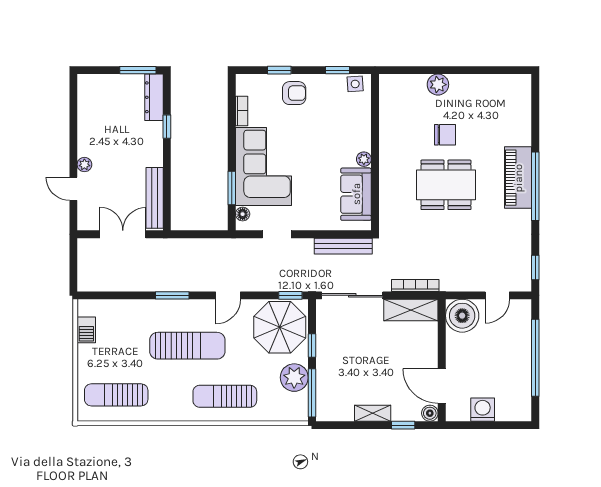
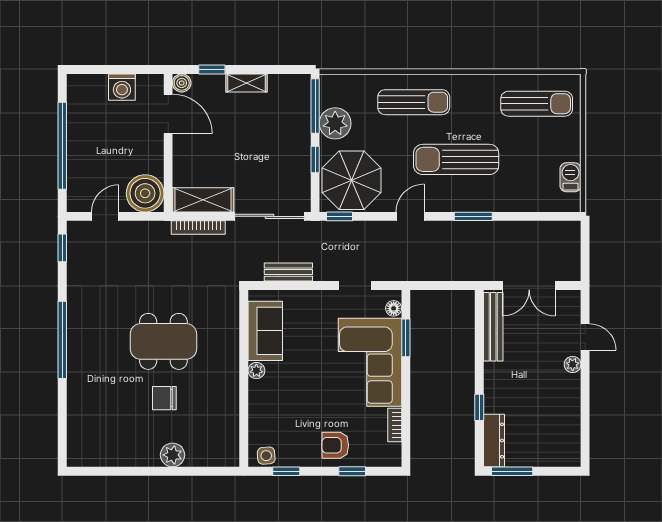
piano: (518, 178) -> (82, 350), removed
bench: (343, 246) -> (288, 272), width x0.73

